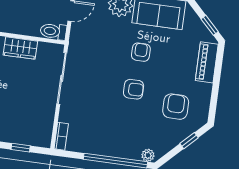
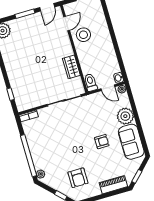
armchair: (134, 89) -> (77, 147), removed
armchair: (176, 107) -> (78, 178), turned 90

